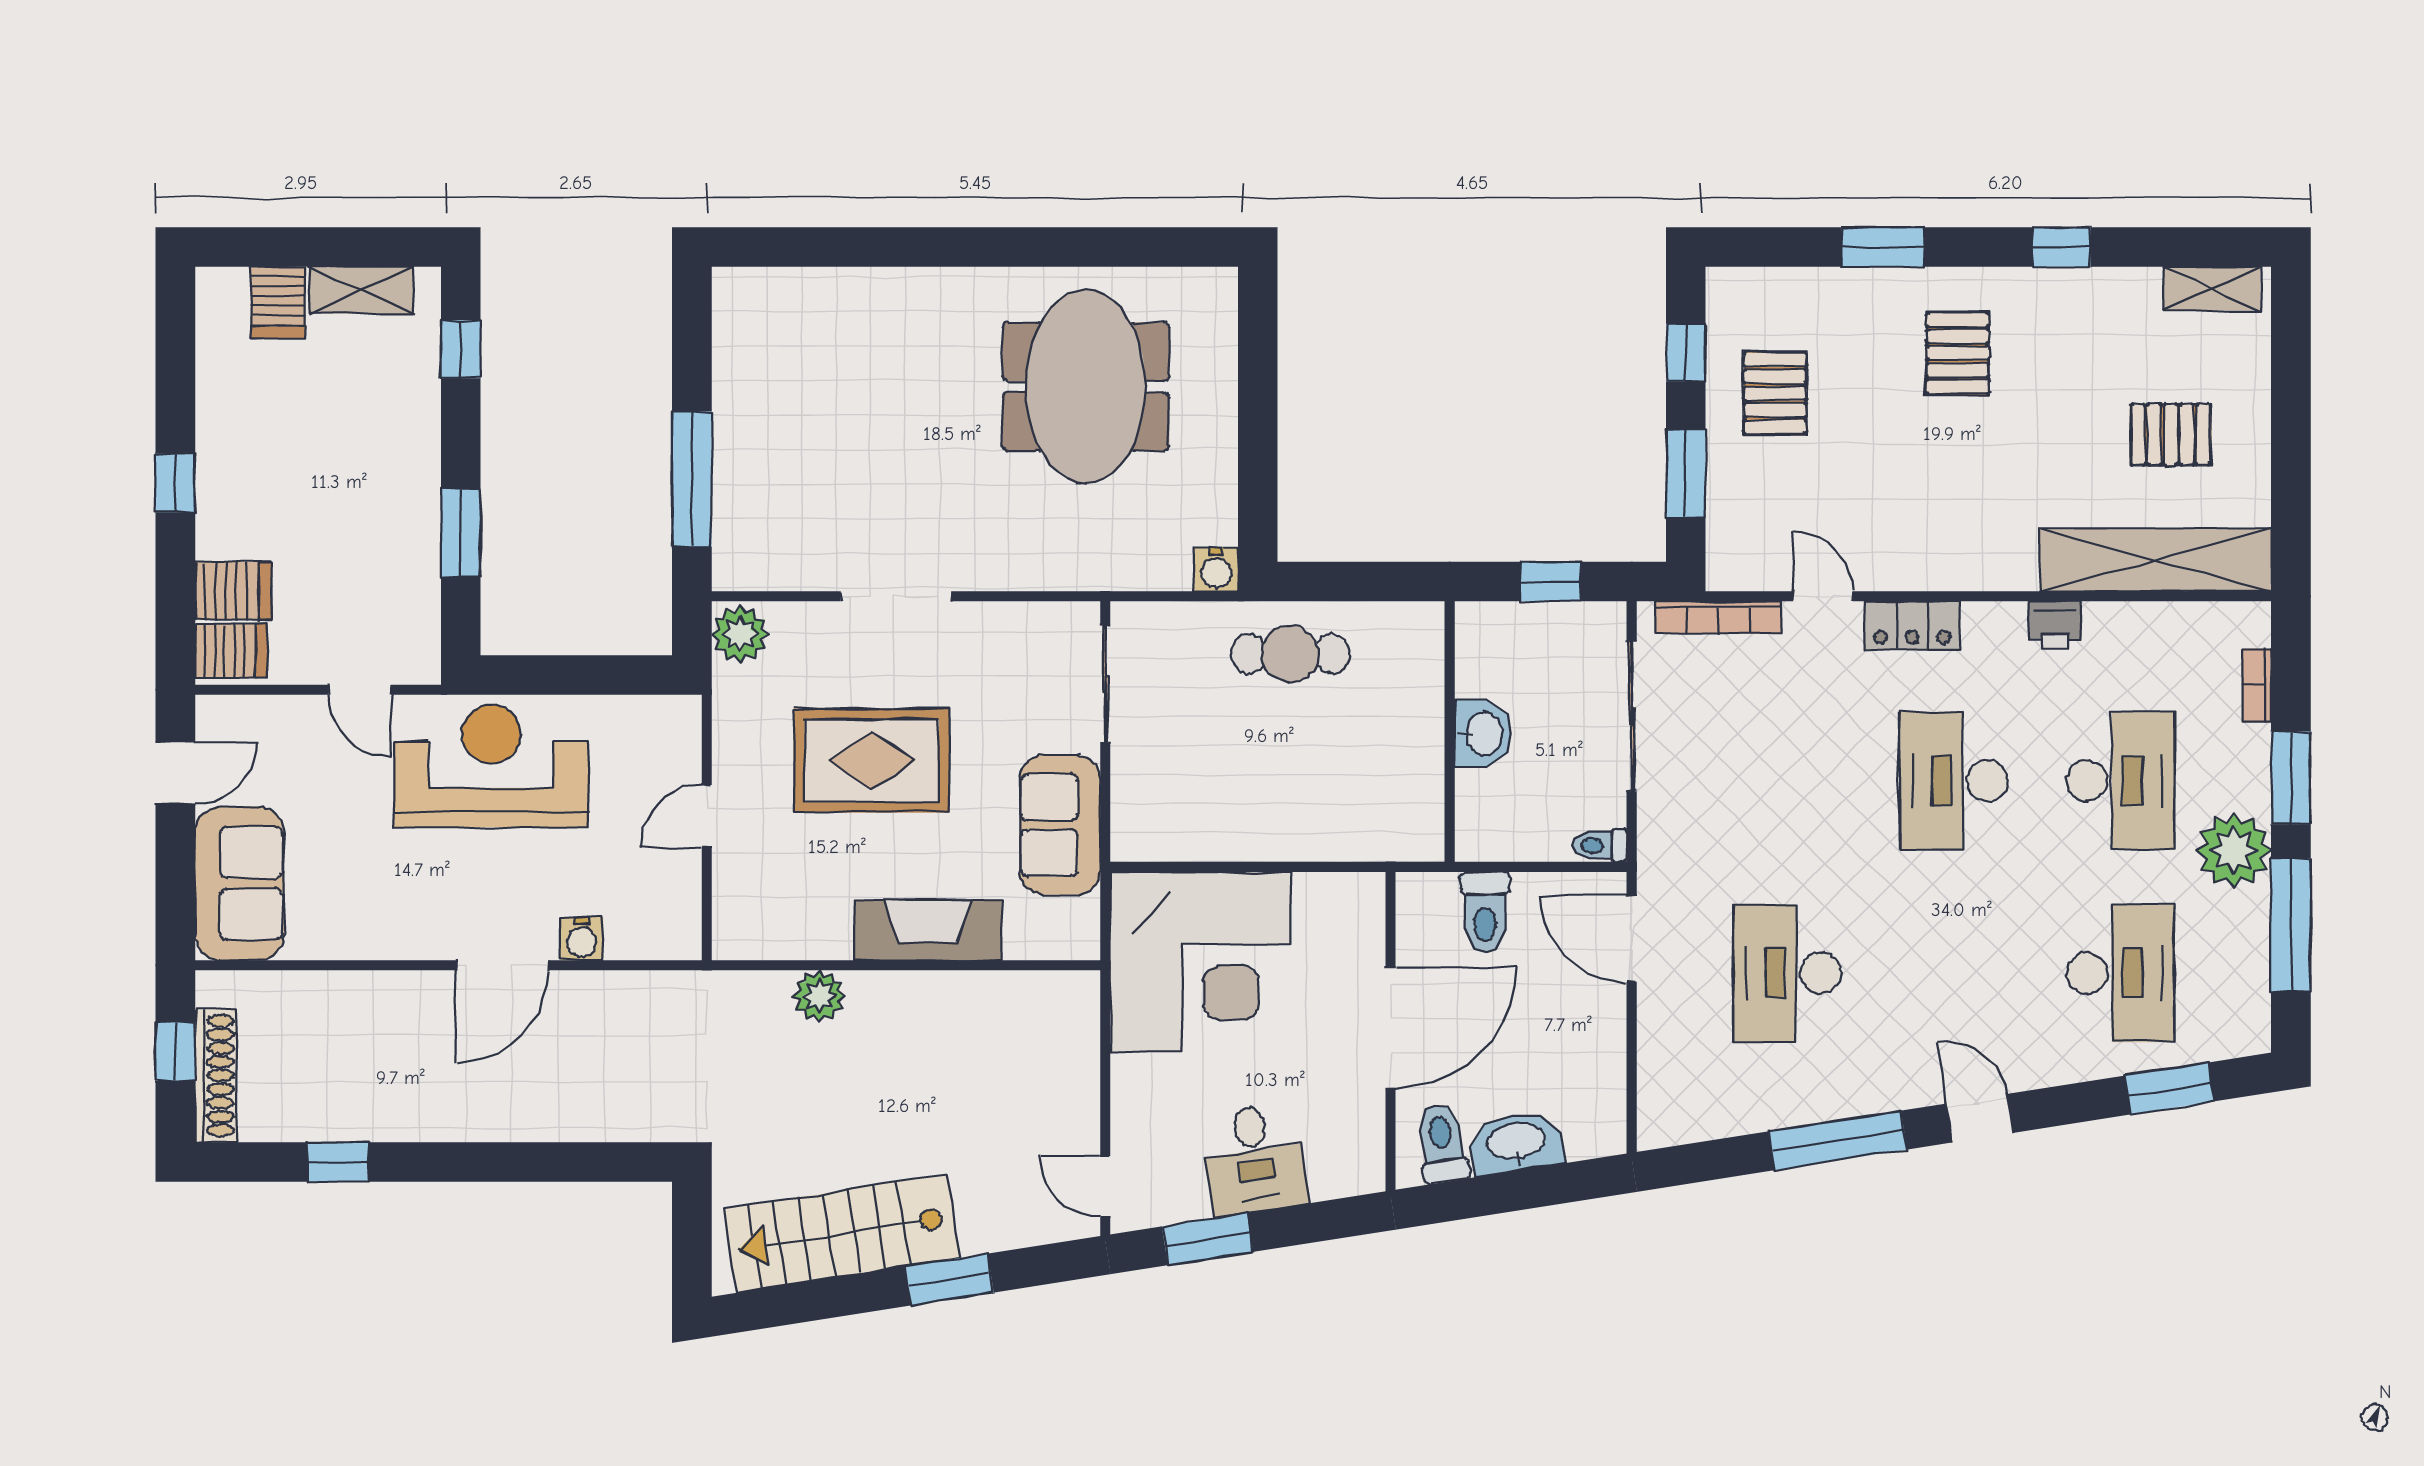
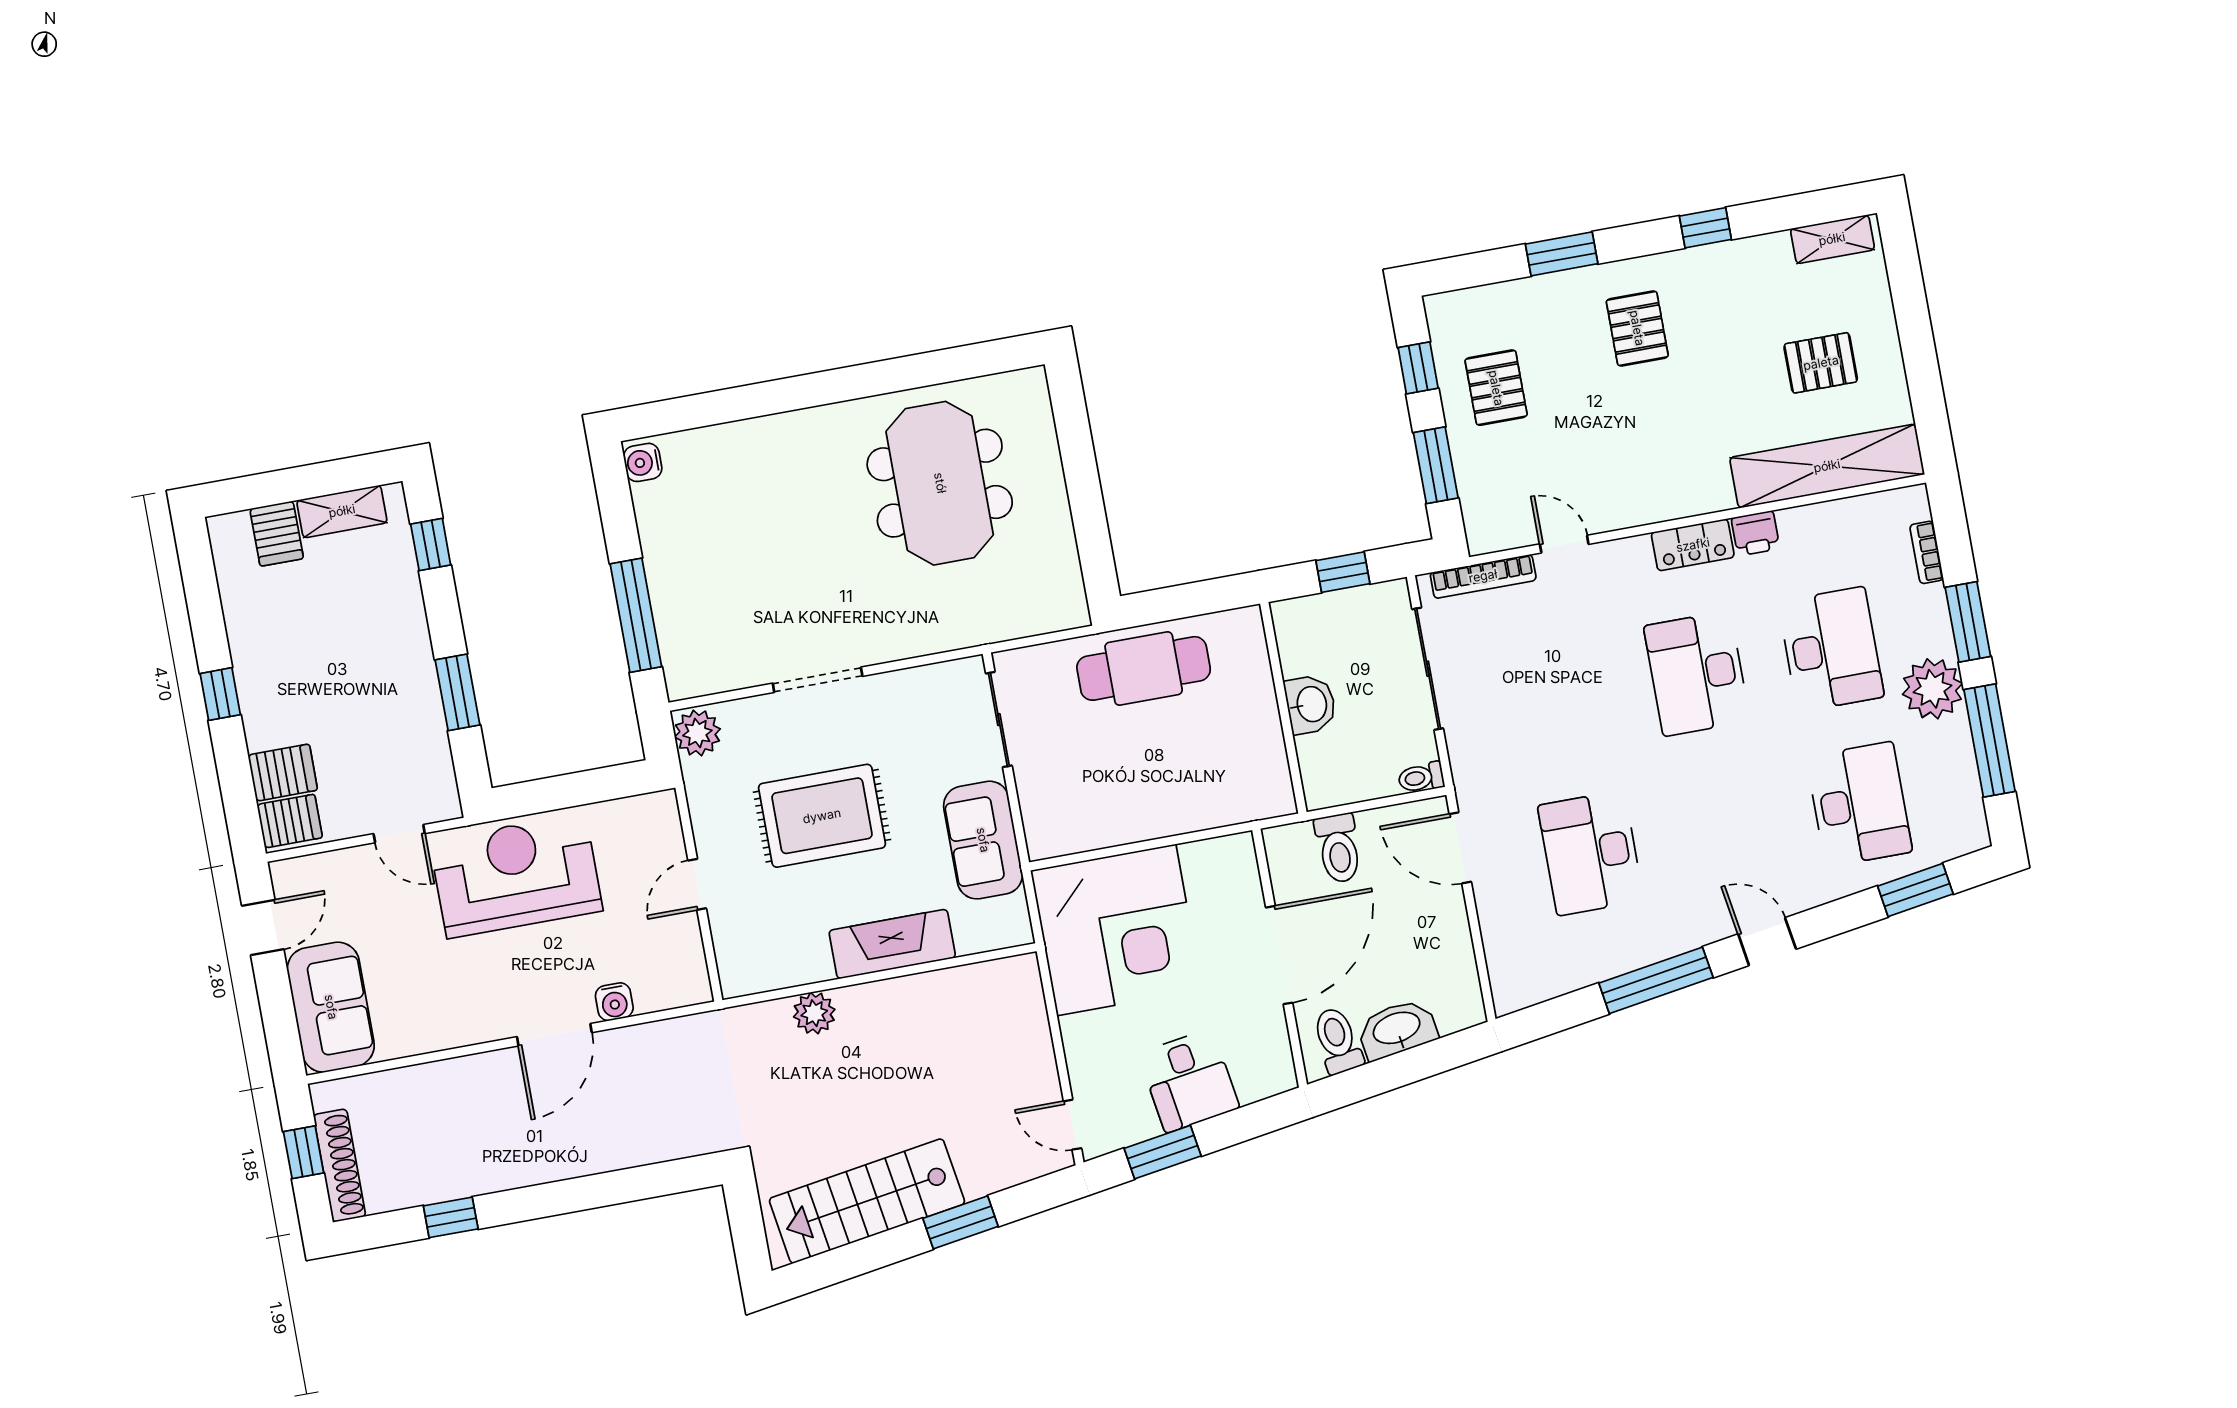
water cooler: (1216, 569) -> (643, 462), moved, turned 90
locker: (1912, 625) -> (1693, 545), moved
cafe table: (1290, 654) -> (1144, 668), width x1.37, depth x1.35

